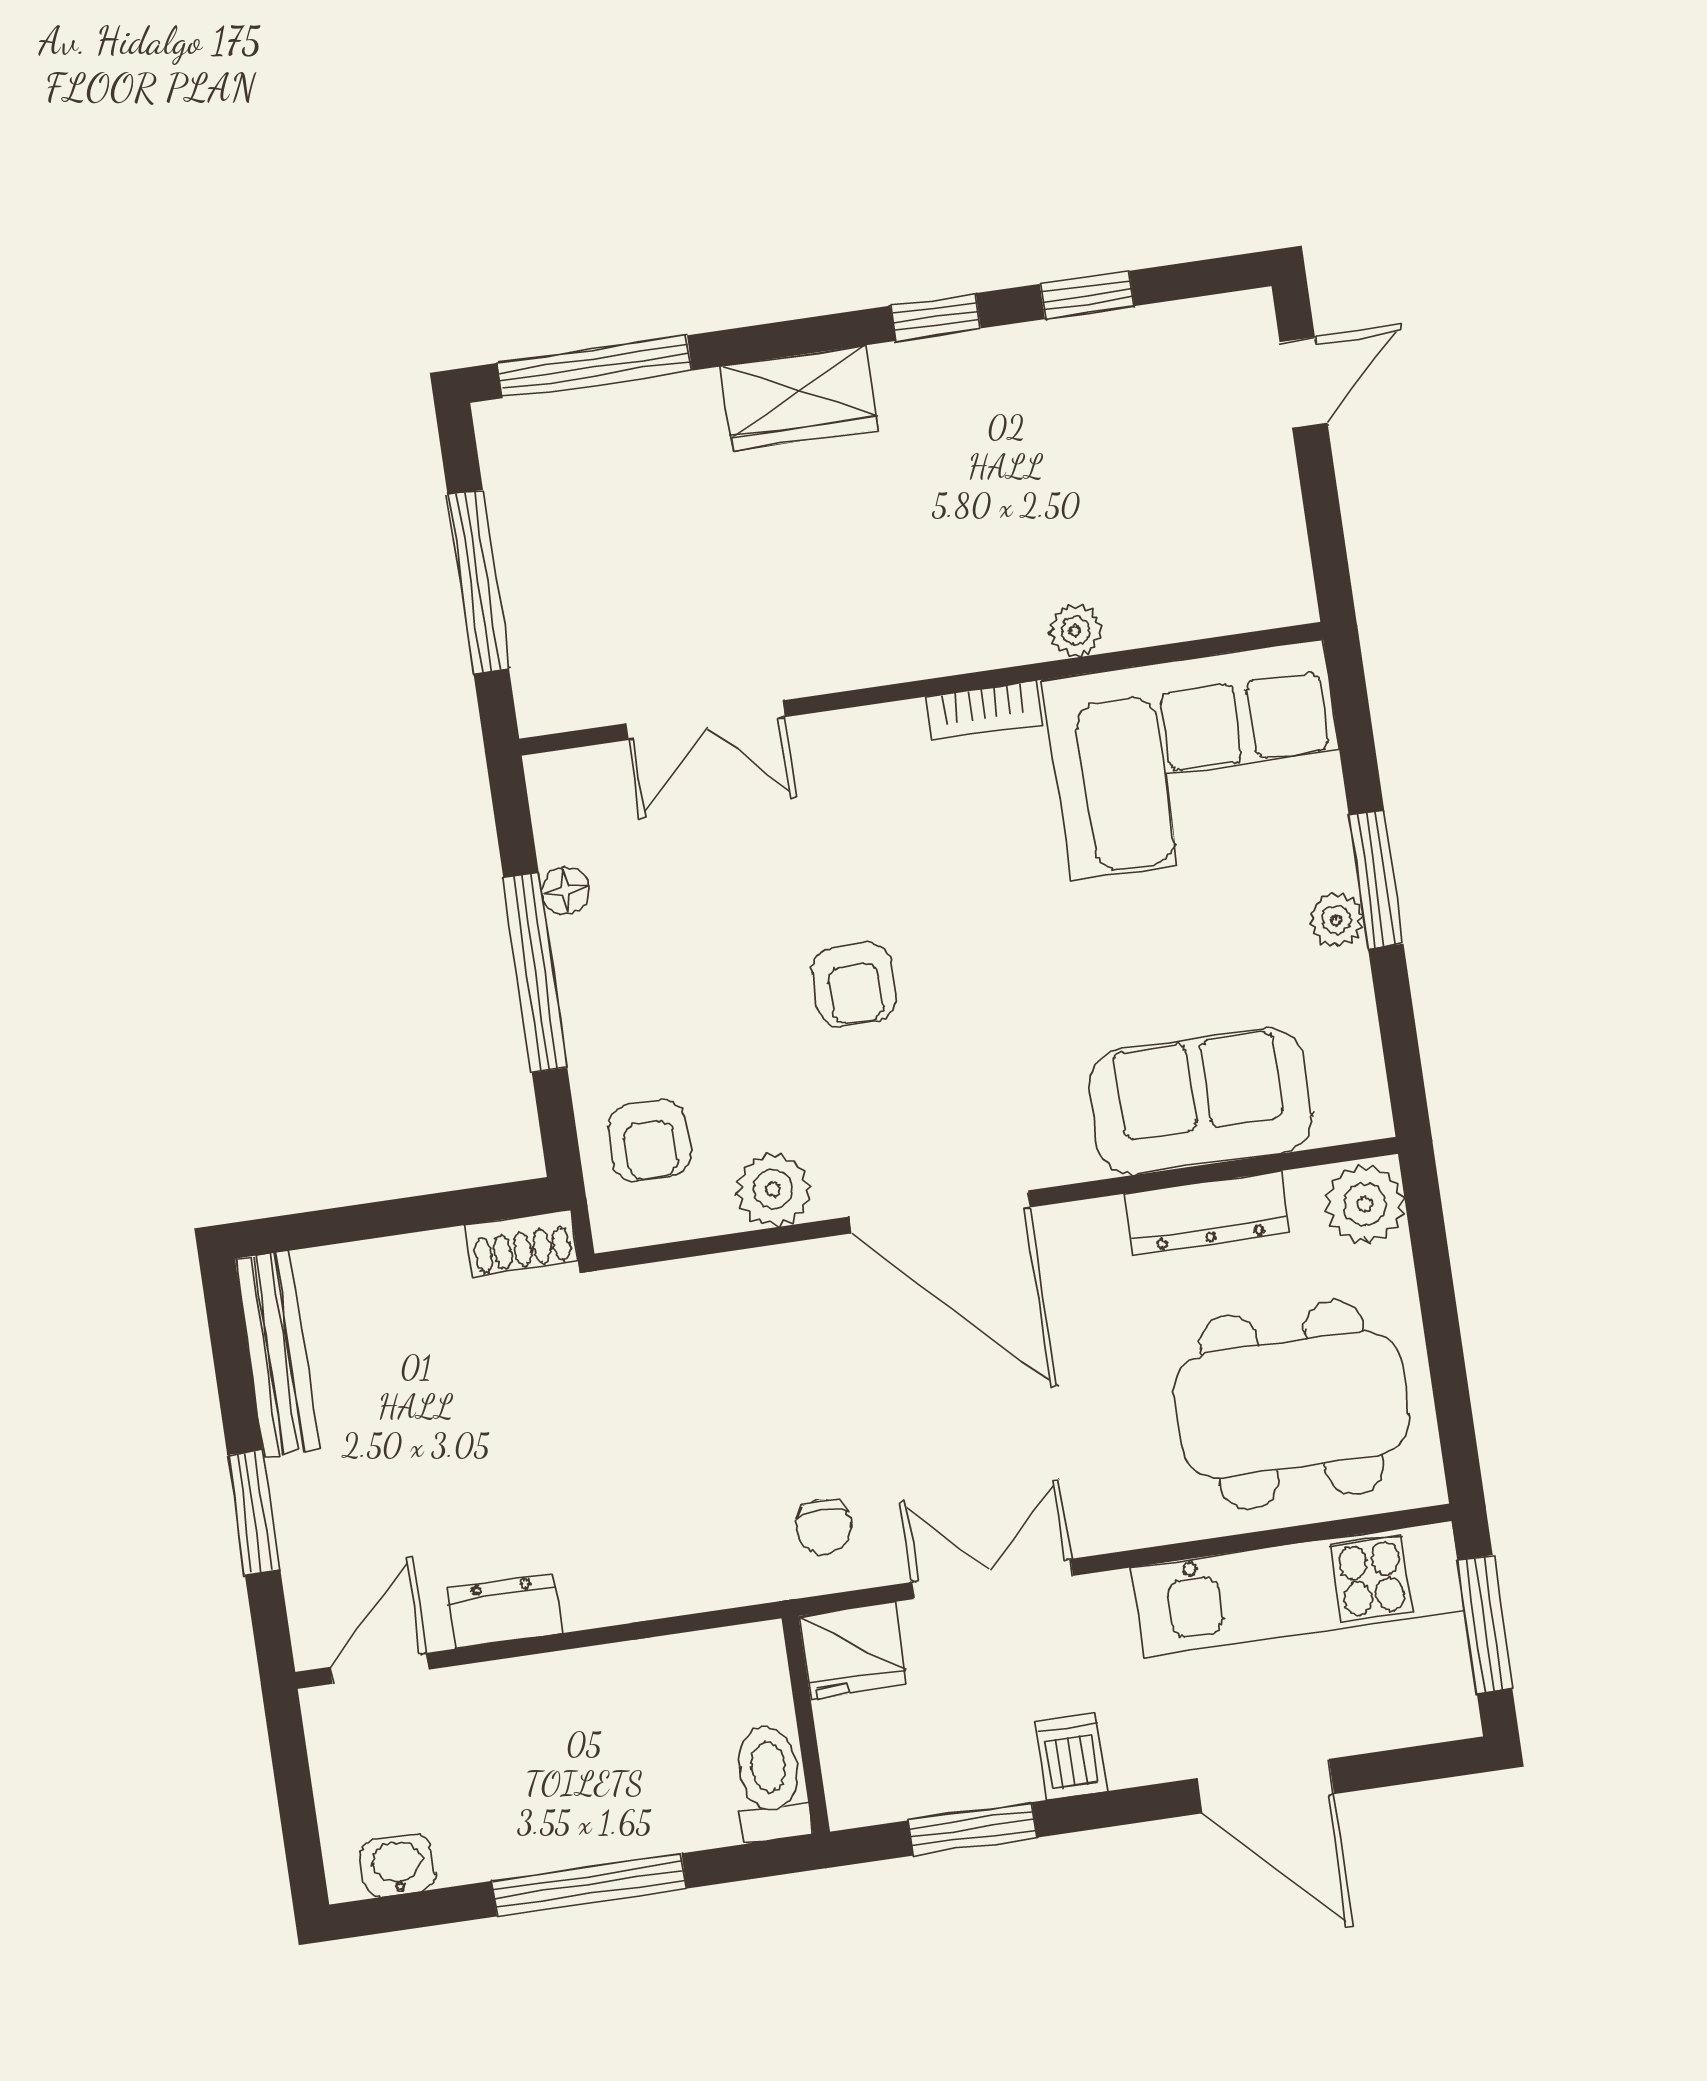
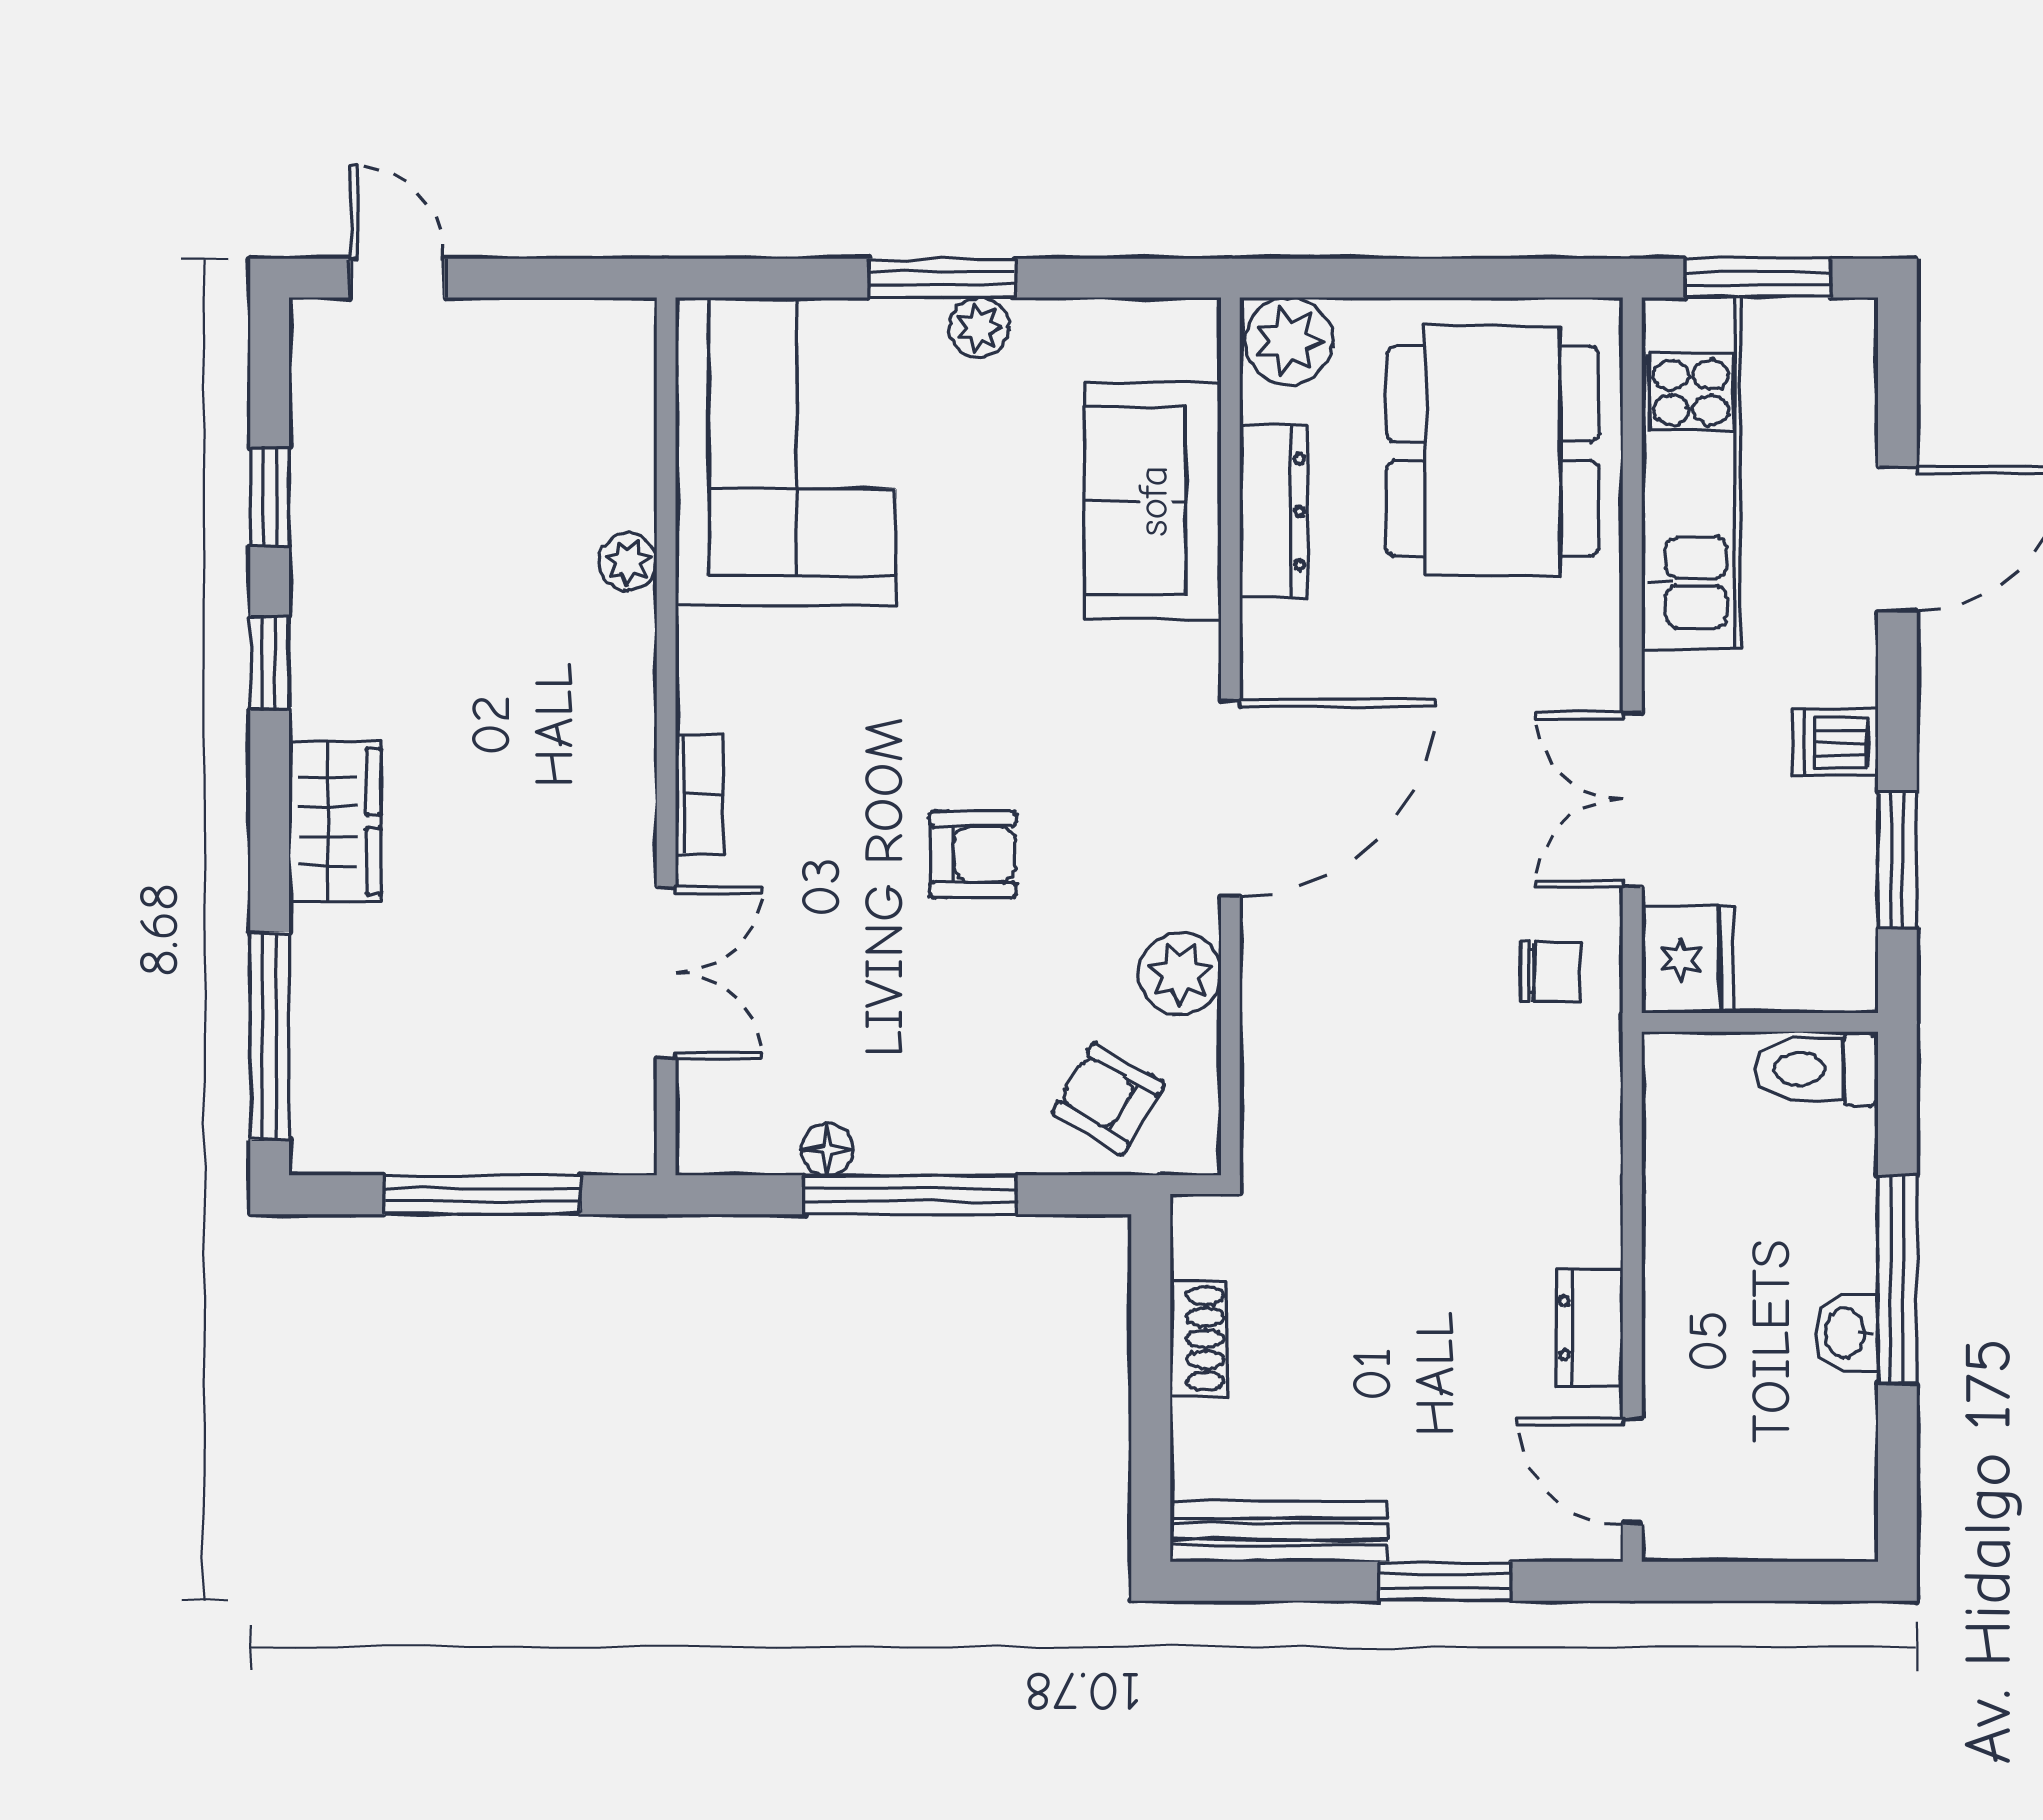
bookcase: (984, 711) -> (699, 794), moved
armchair: (649, 1140) -> (1108, 1099), turned -149
shoe rack: (522, 1243) -> (1198, 1338), moved
washbasin: (397, 1866) -> (1847, 1333), moved

